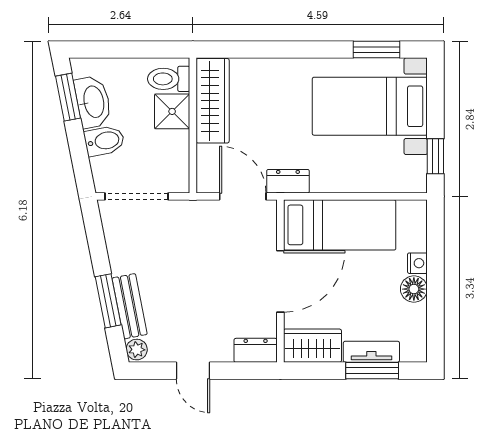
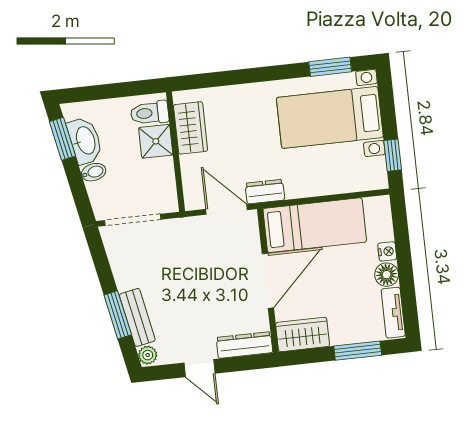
wardrobe: (213, 101) -> (191, 128), width x0.67
bidet: (104, 141) -> (94, 172), width x0.72, depth x0.74
dresser: (256, 350) -> (244, 345), width x1.44
tv unit: (371, 352) -> (393, 313), moved, turned -90

